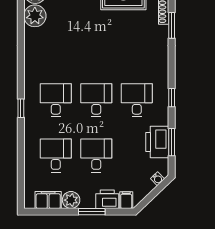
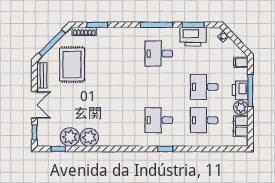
window: (172, 98) -> (157, 25), width x2.17
desk: (96, 100) -> (159, 87), removed
printer: (107, 199) -> (240, 90), moved
window: (92, 212) -> (250, 91), width x1.44

